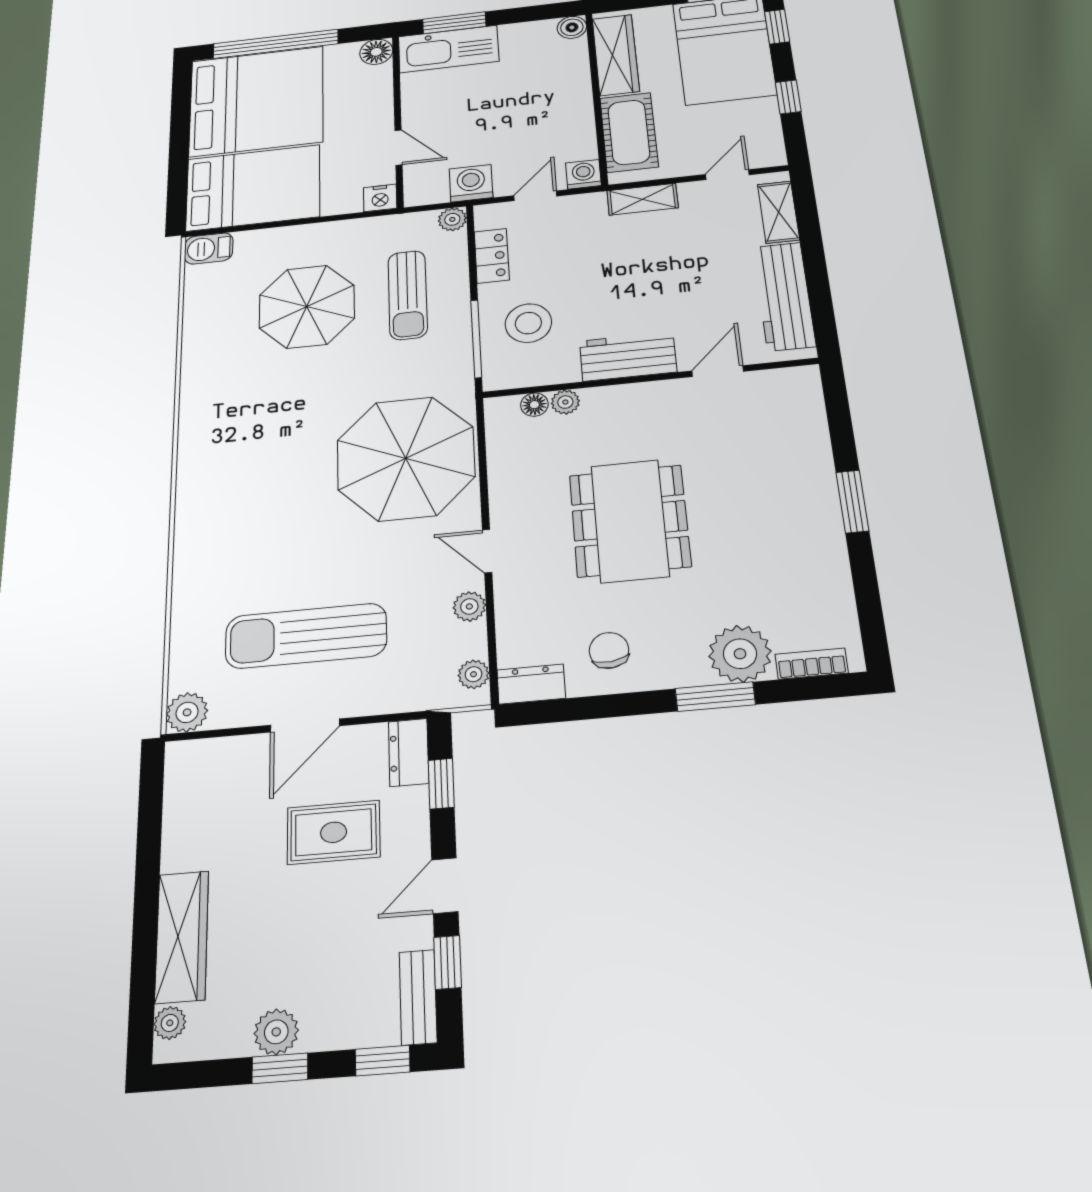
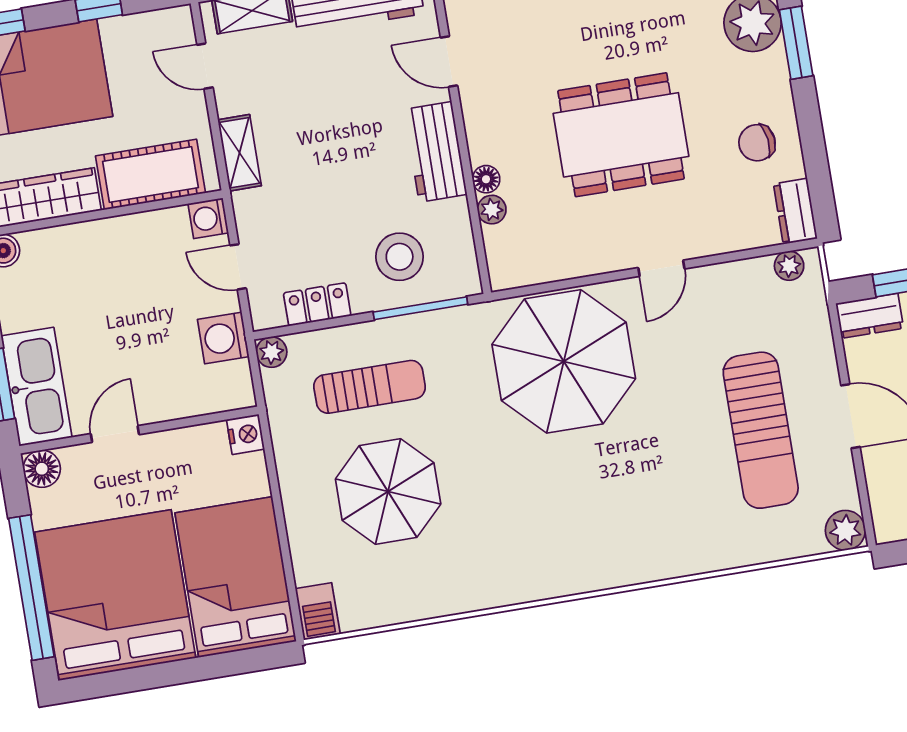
door: (399, 147) -> (115, 434), moved
floor lamp: (534, 405) -> (486, 179), moved
plant: (469, 606) -> (721, 278), removed

